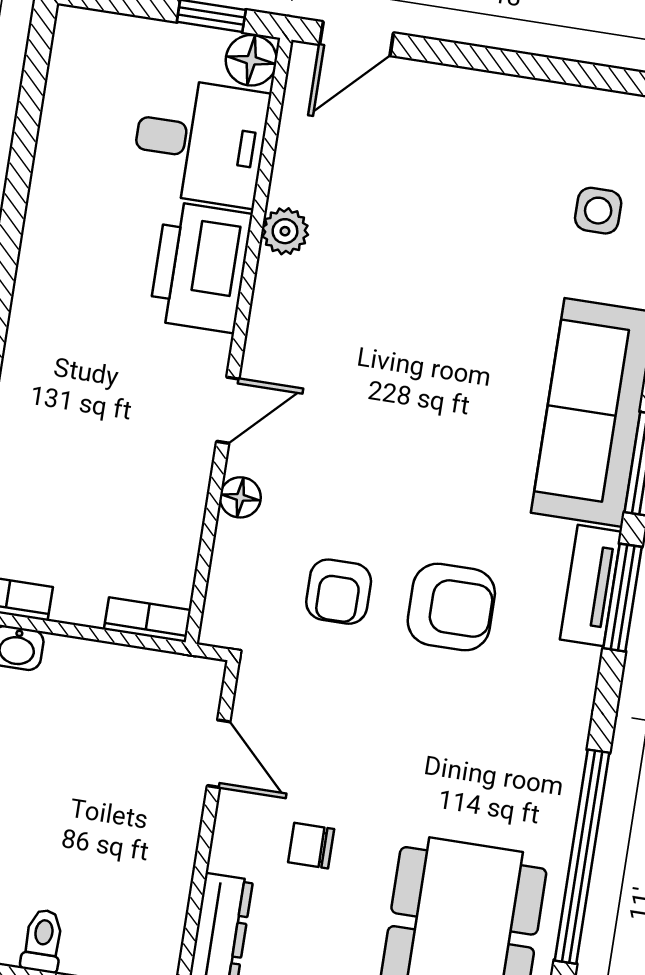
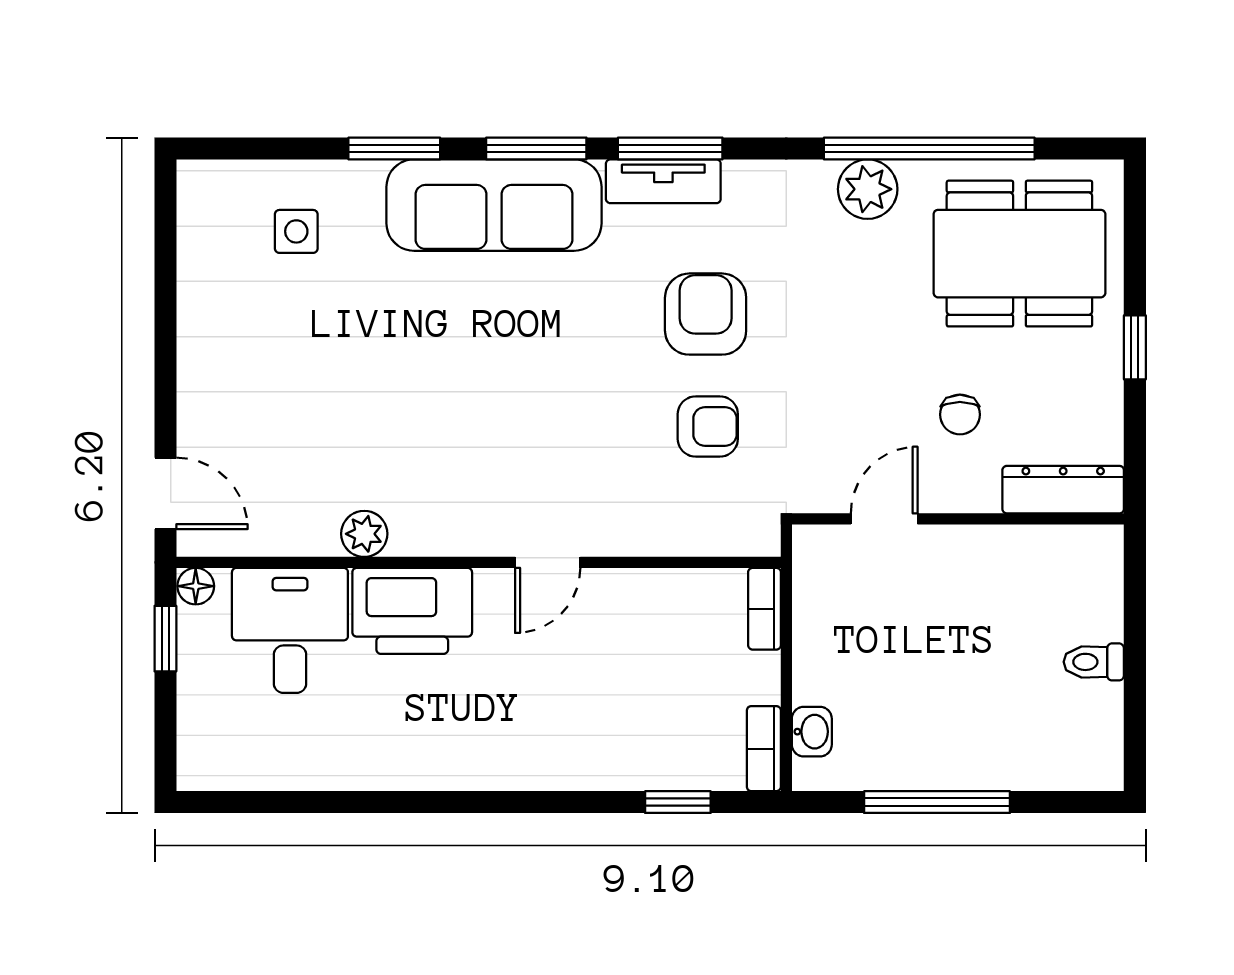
floor lamp: (251, 60) -> (196, 586), width x0.73, depth x0.73
door: (228, 410) -> (548, 562), swing flipped
floor lamp: (240, 497) -> (631, 537), removed
plant: (551, 789) -> (868, 189), added

